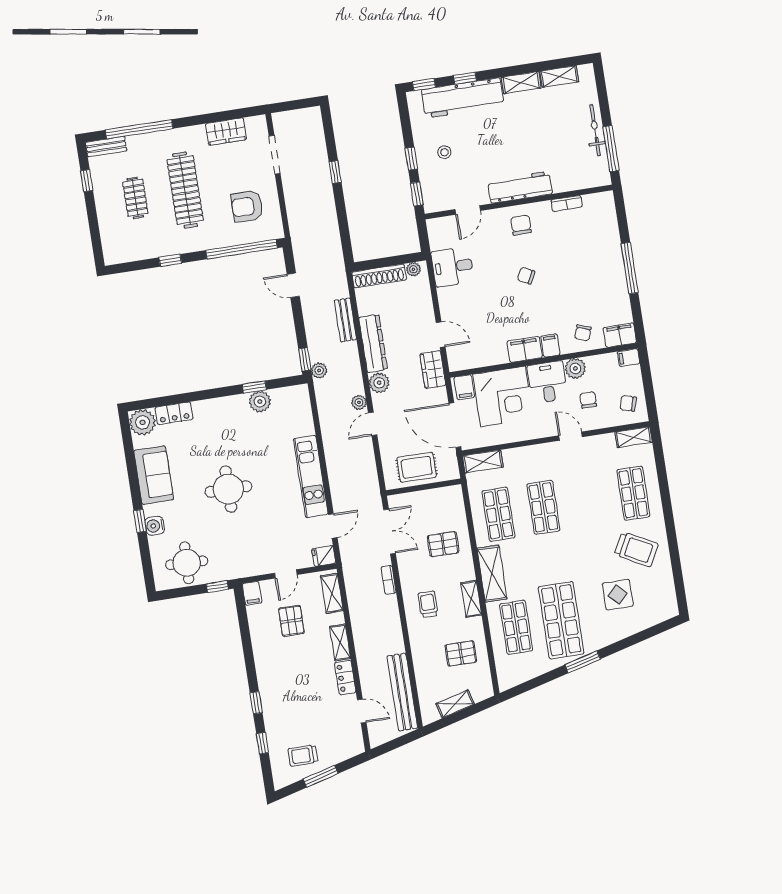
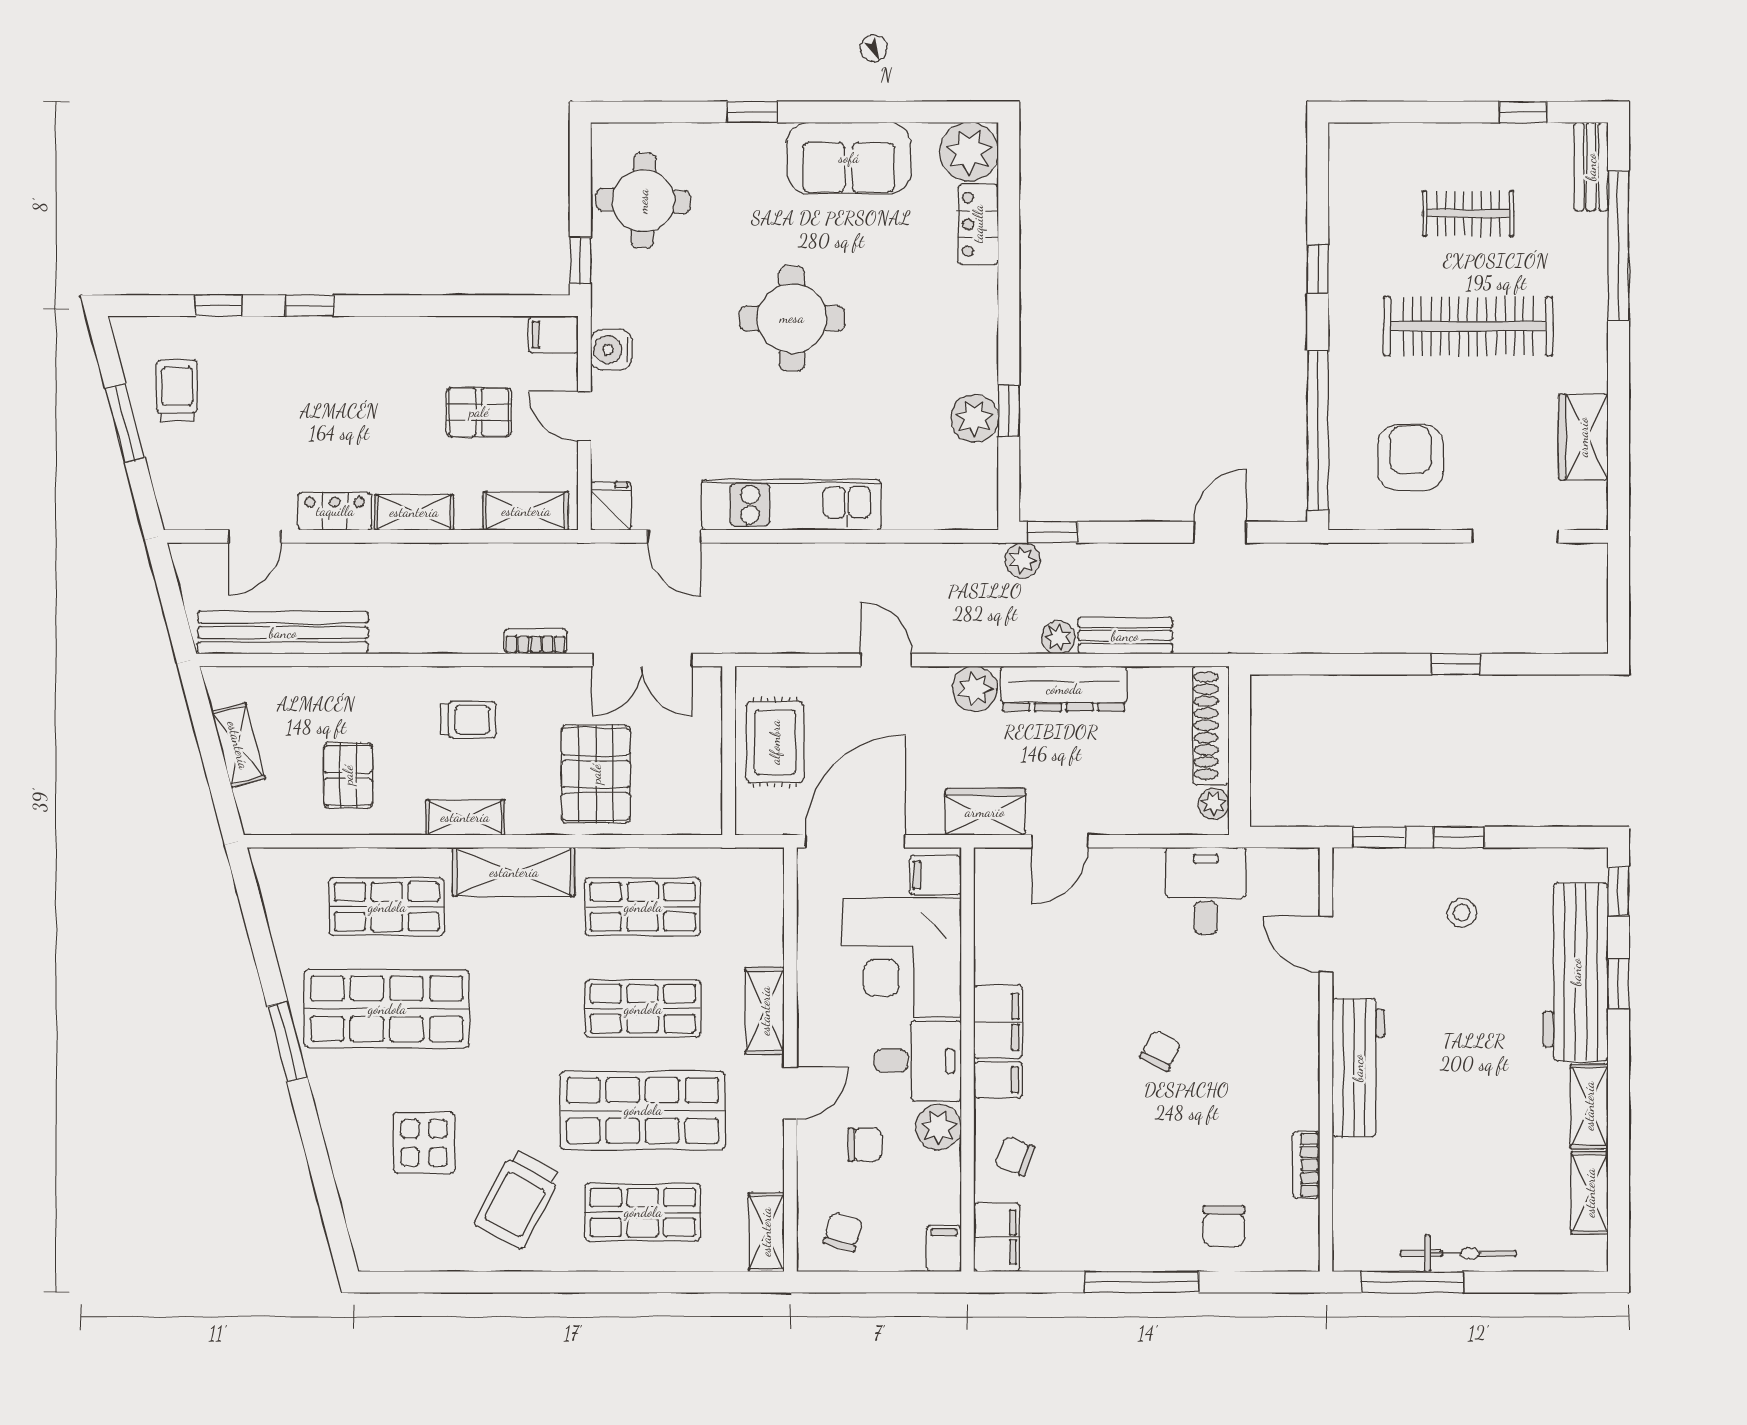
chair: (521, 225) -> (1224, 1226), moved, turned 90
plant: (359, 402) -> (1058, 637), moved
shelving: (483, 461) -> (765, 1011), moved
shop shelf: (588, 500) -> (643, 1110), added
water cooler: (155, 526) -> (611, 350), moved, turned -90
pallet: (443, 544) -> (596, 774), width x1.50, depth x1.42

